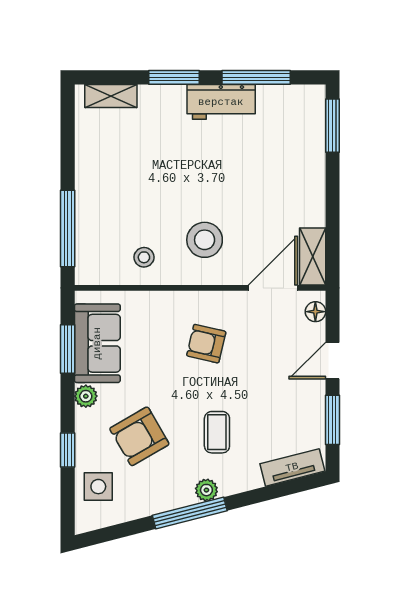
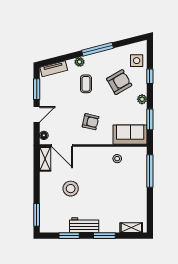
window: (256, 77) -> (69, 236), width x0.69
stool: (205, 240) -> (71, 189), moved
door: (273, 288) -> (62, 146), hinge flipped
sofa: (97, 343) -> (130, 135), moved, turned 90
plant: (206, 490) -> (79, 62), moved

